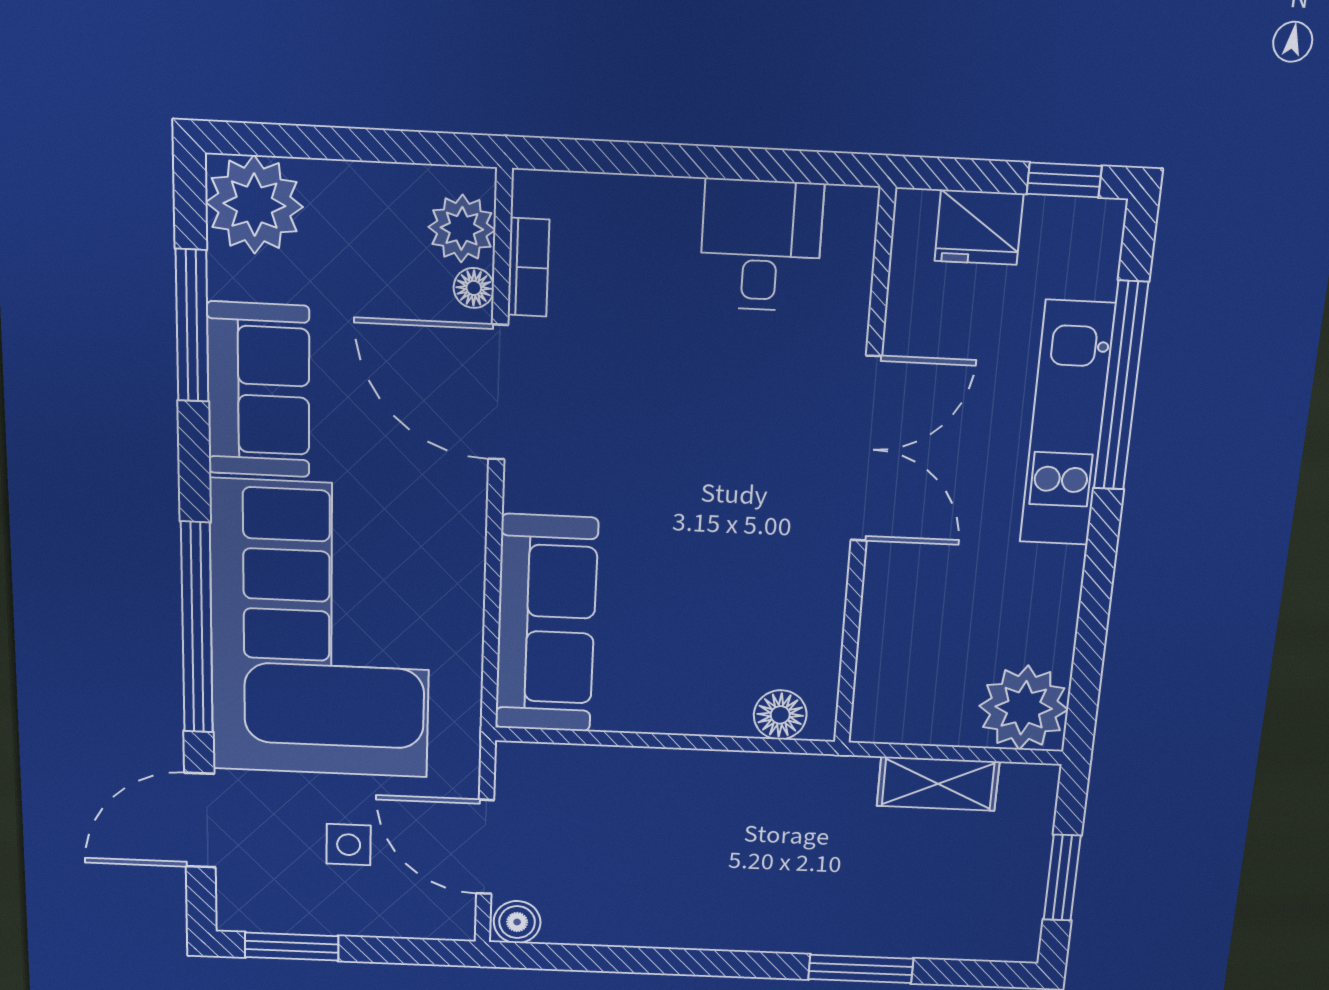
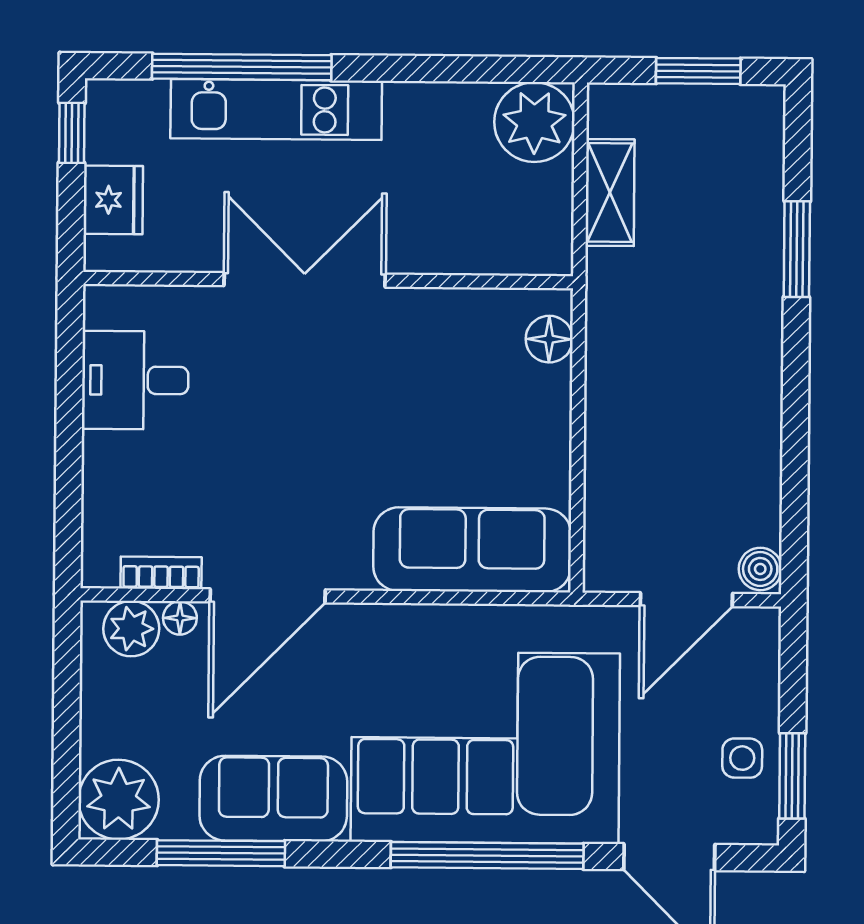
side table: (349, 845) -> (742, 758), moved

